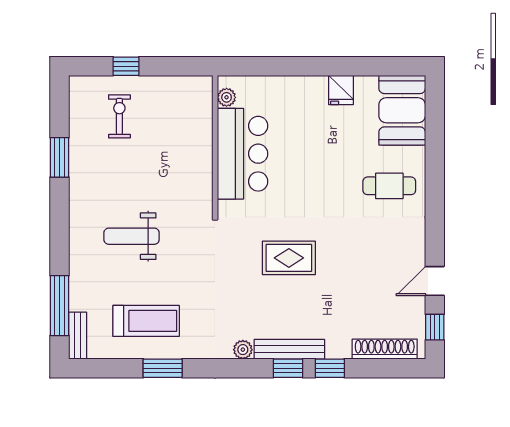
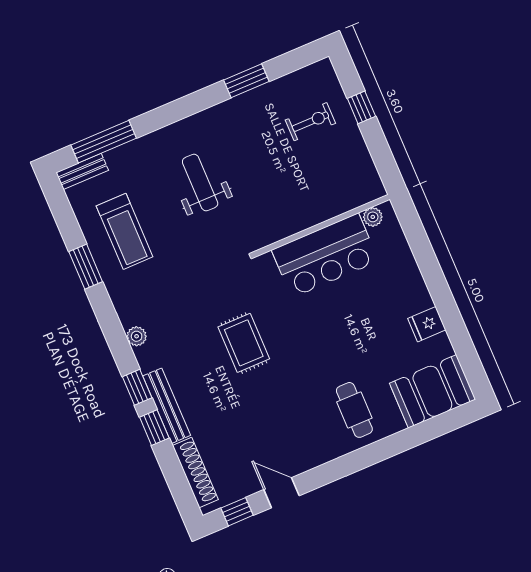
bench: (289, 349) -> (167, 406), moved

